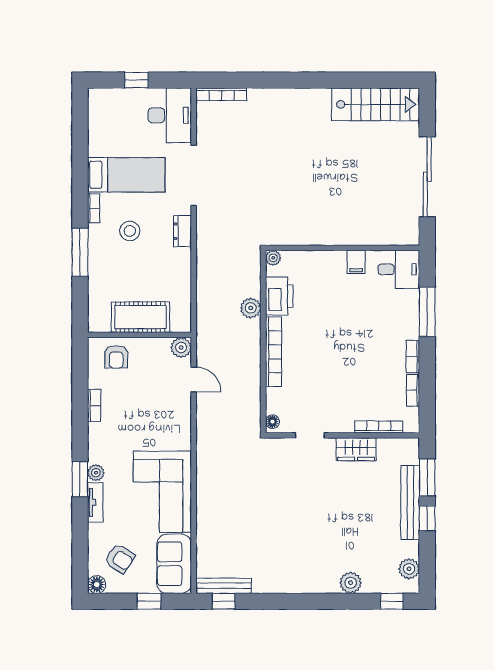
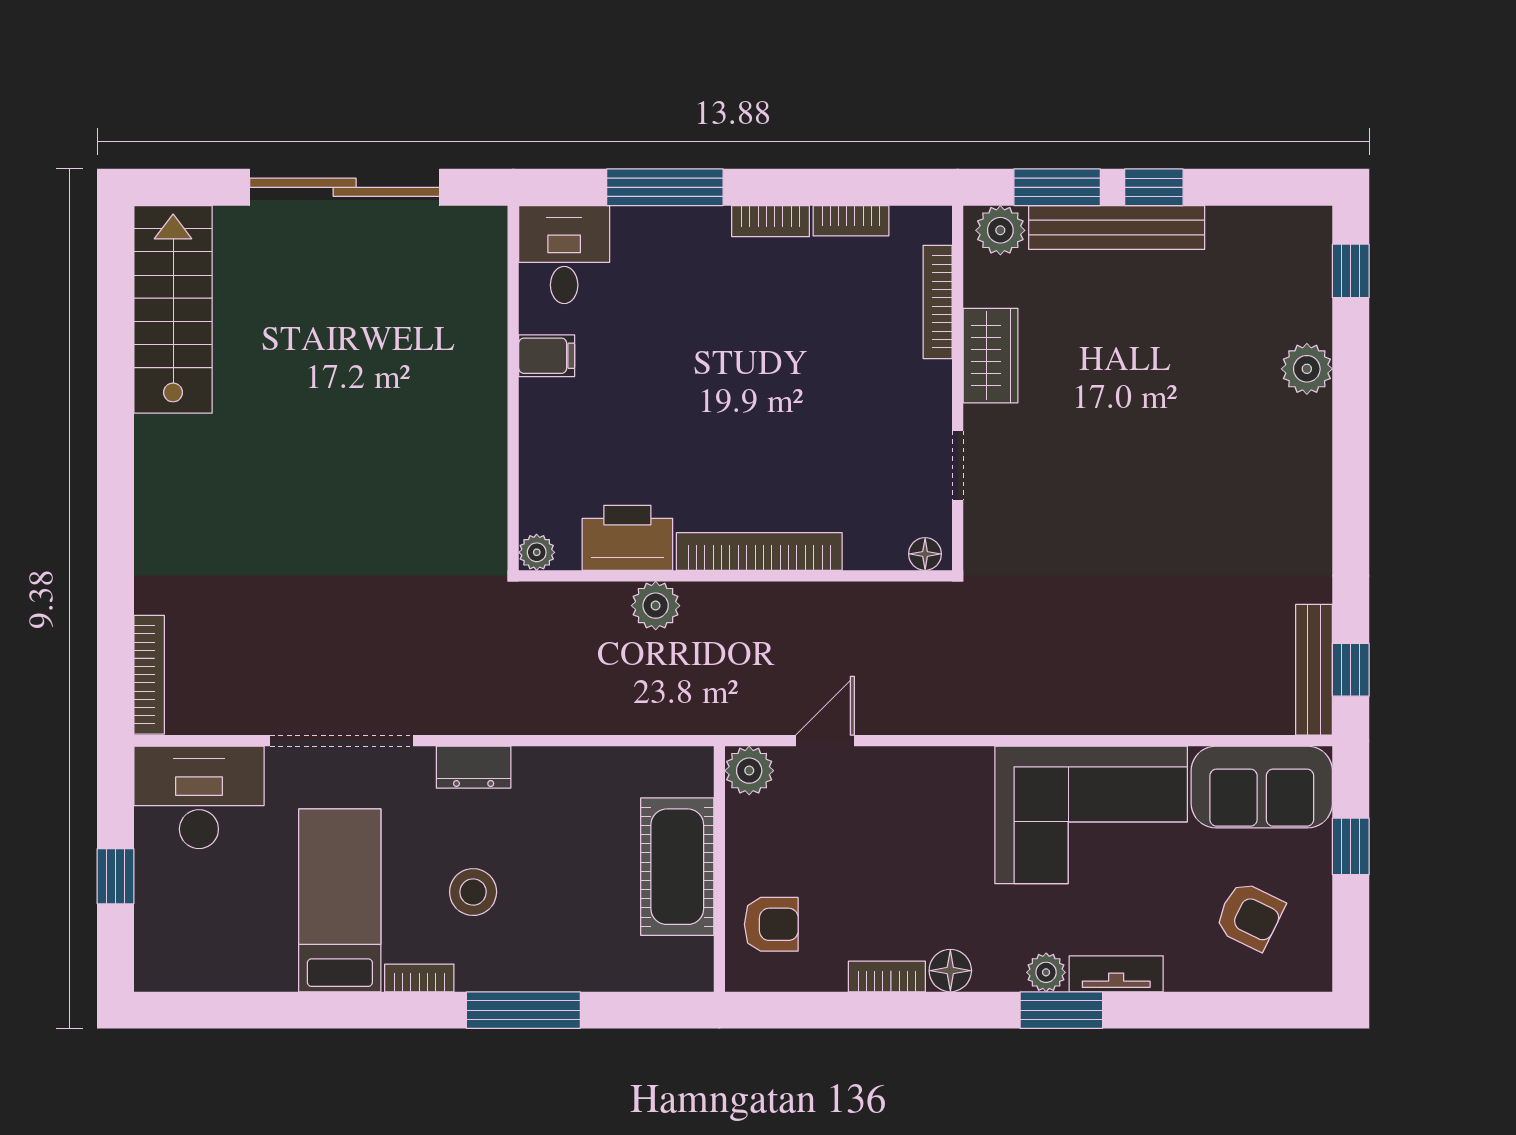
armchair: (120, 559) -> (1250, 916), turned 83
plant: (409, 569) -> (1000, 230), moved
floor lamp: (97, 585) -> (950, 971), moved

